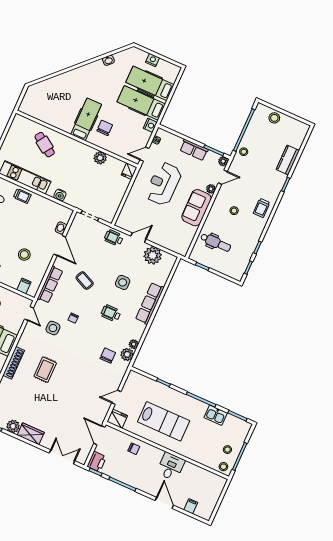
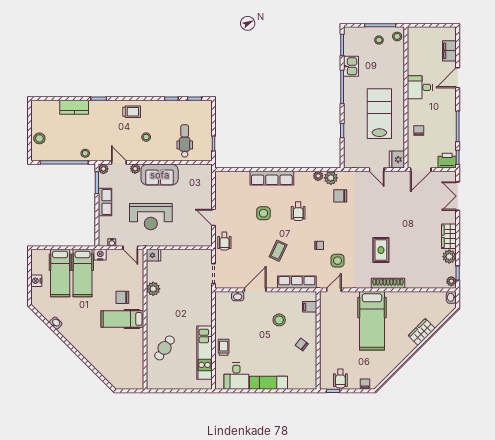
water cooler: (60, 195) -> (206, 311), removed
plant: (153, 255) -> (224, 196), removed
rug: (45, 370) -> (381, 250), turned 90
filing cabinet: (191, 506) -> (449, 51), width x2.00

